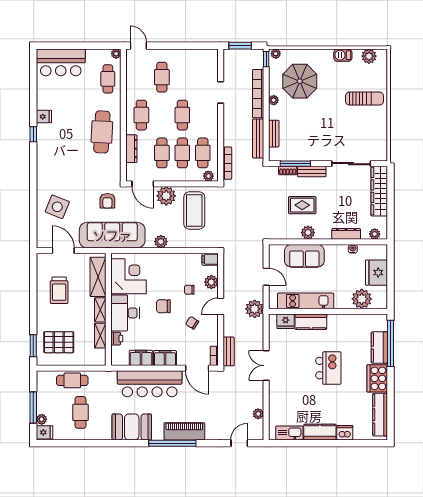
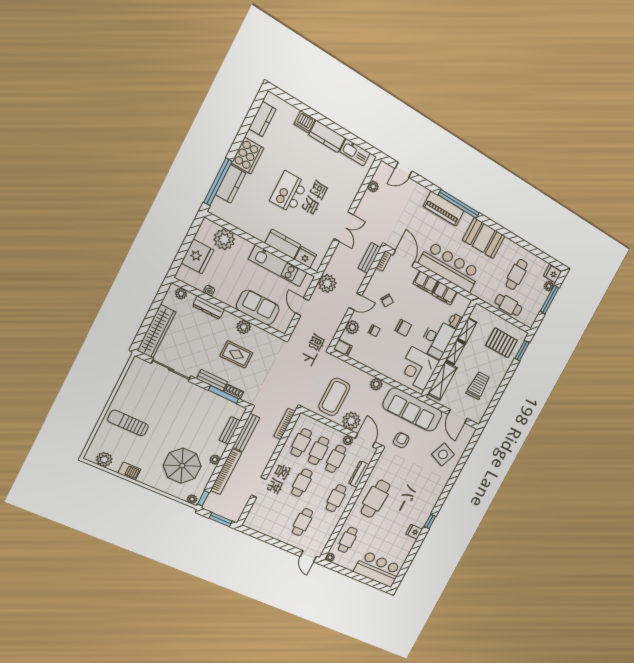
plant: (208, 176) -> (348, 440), moved
kitchen counter: (380, 415) -> (262, 119), width x0.67

